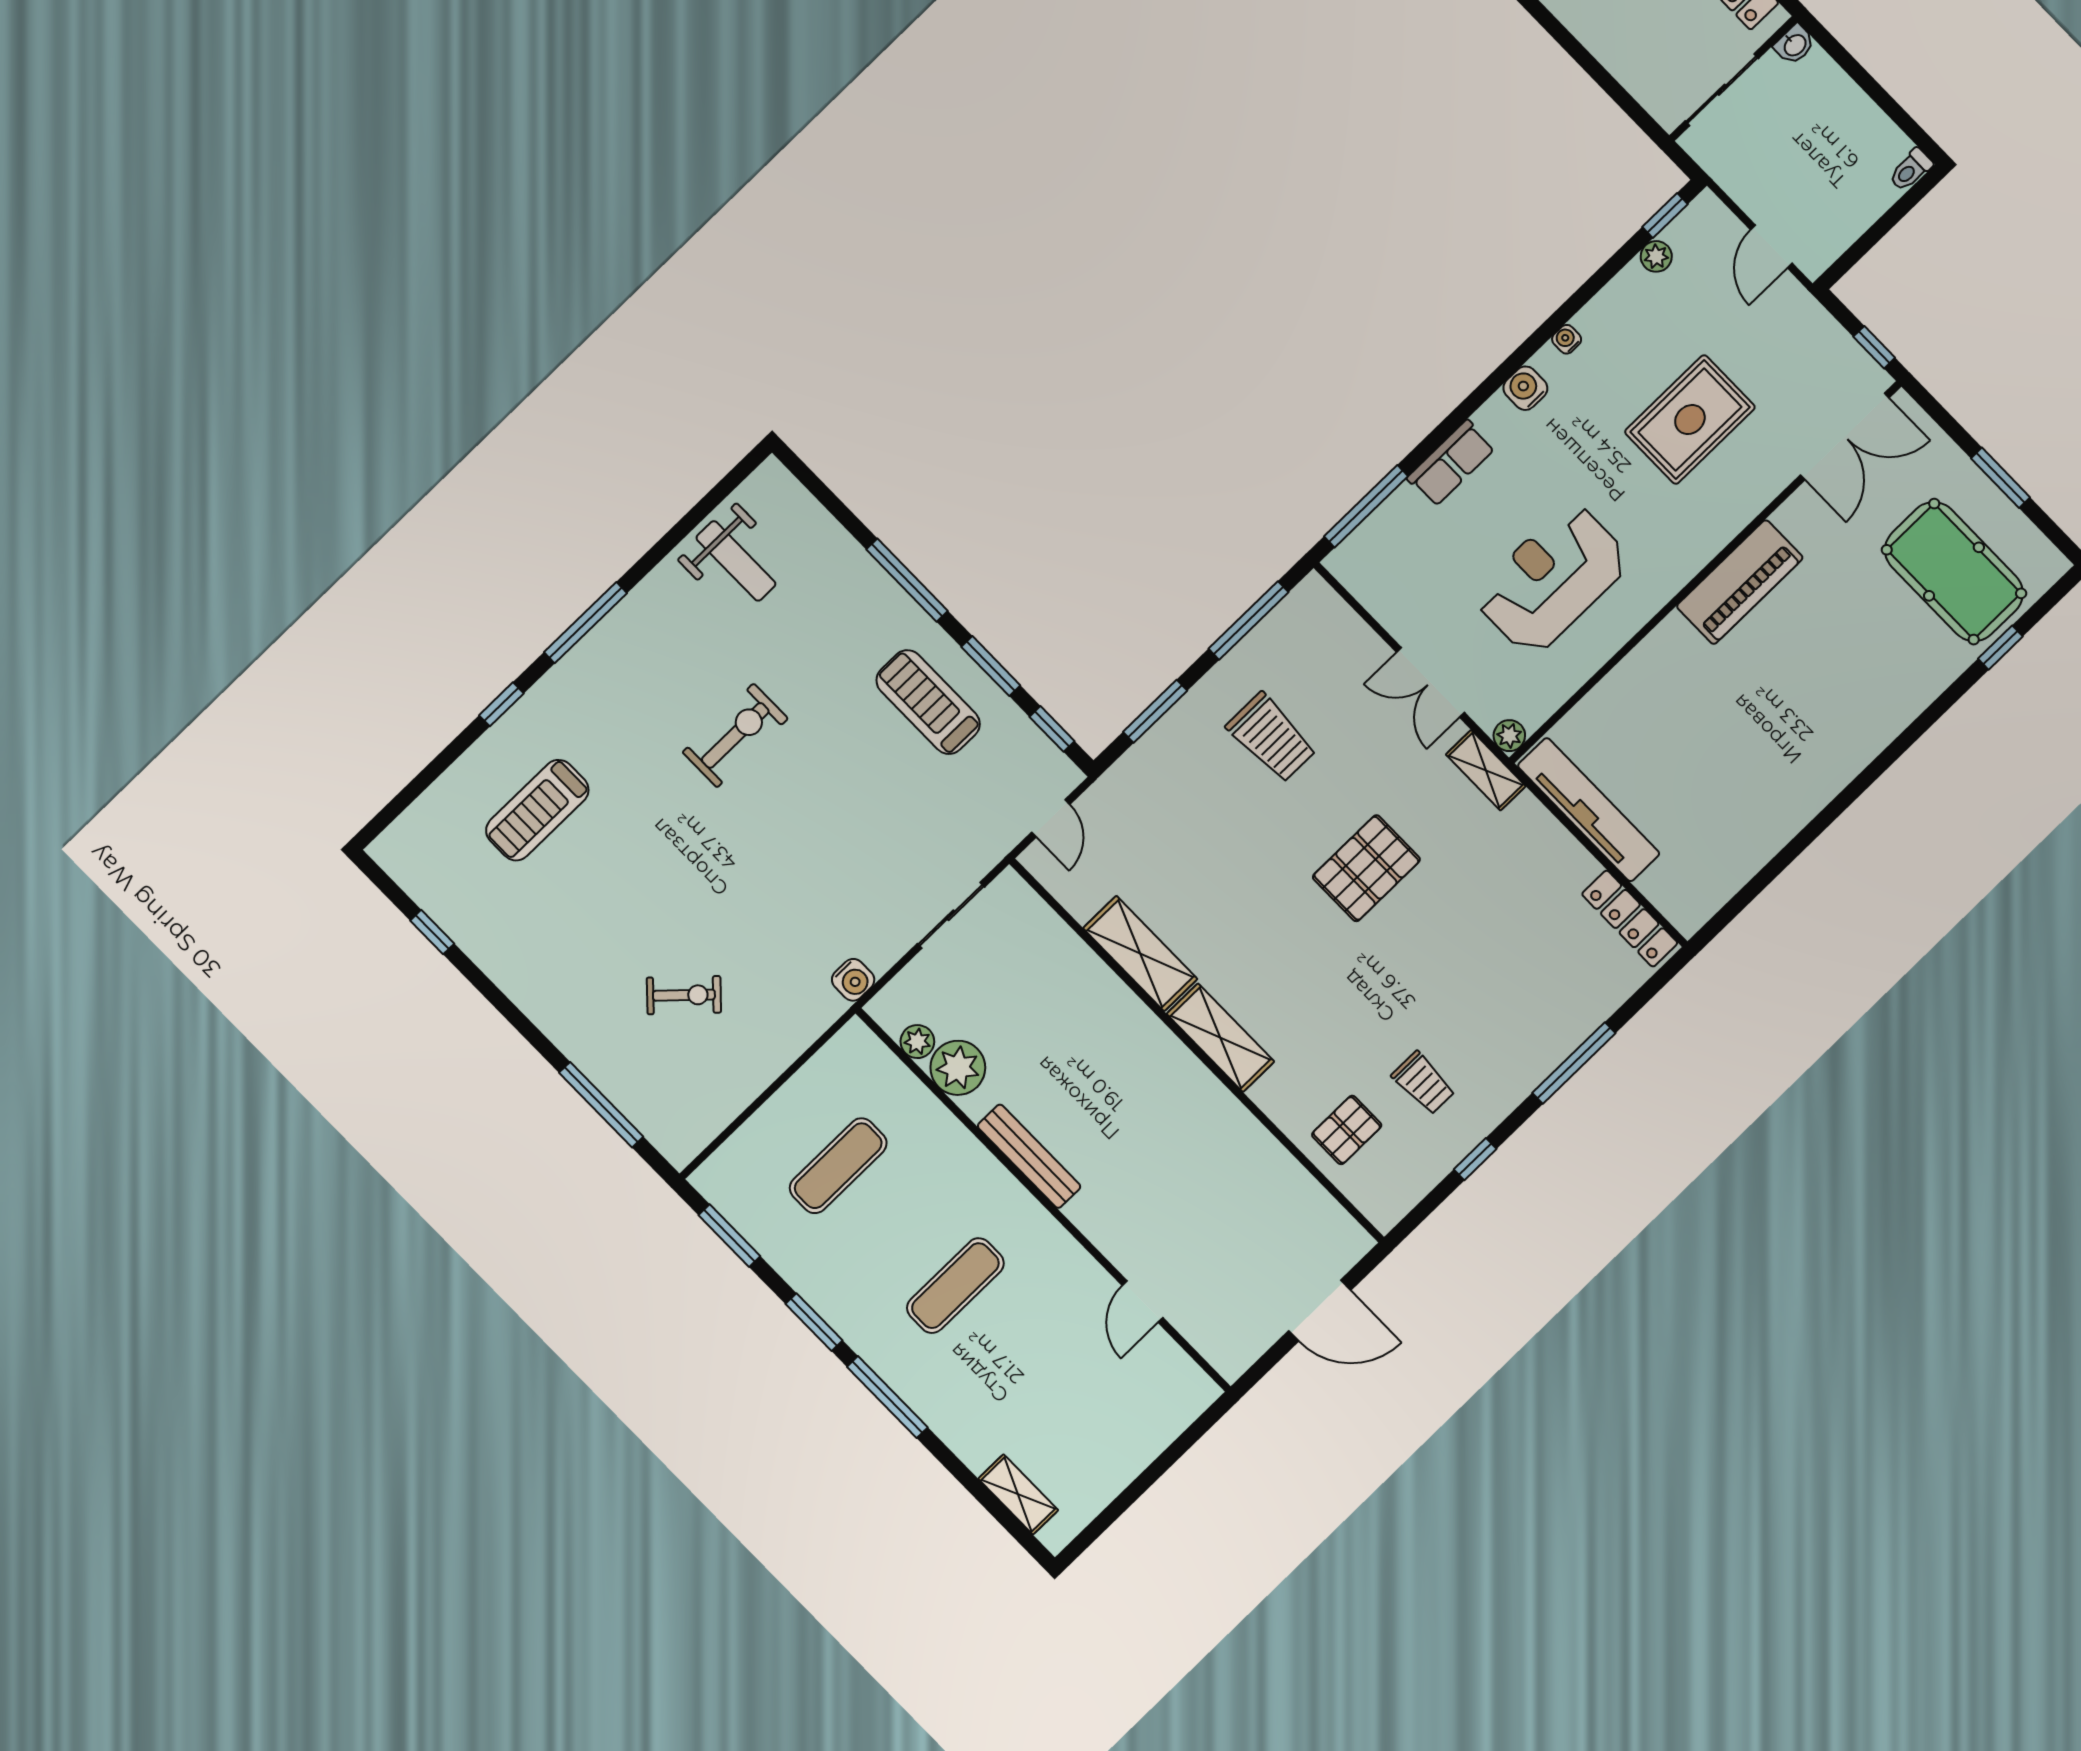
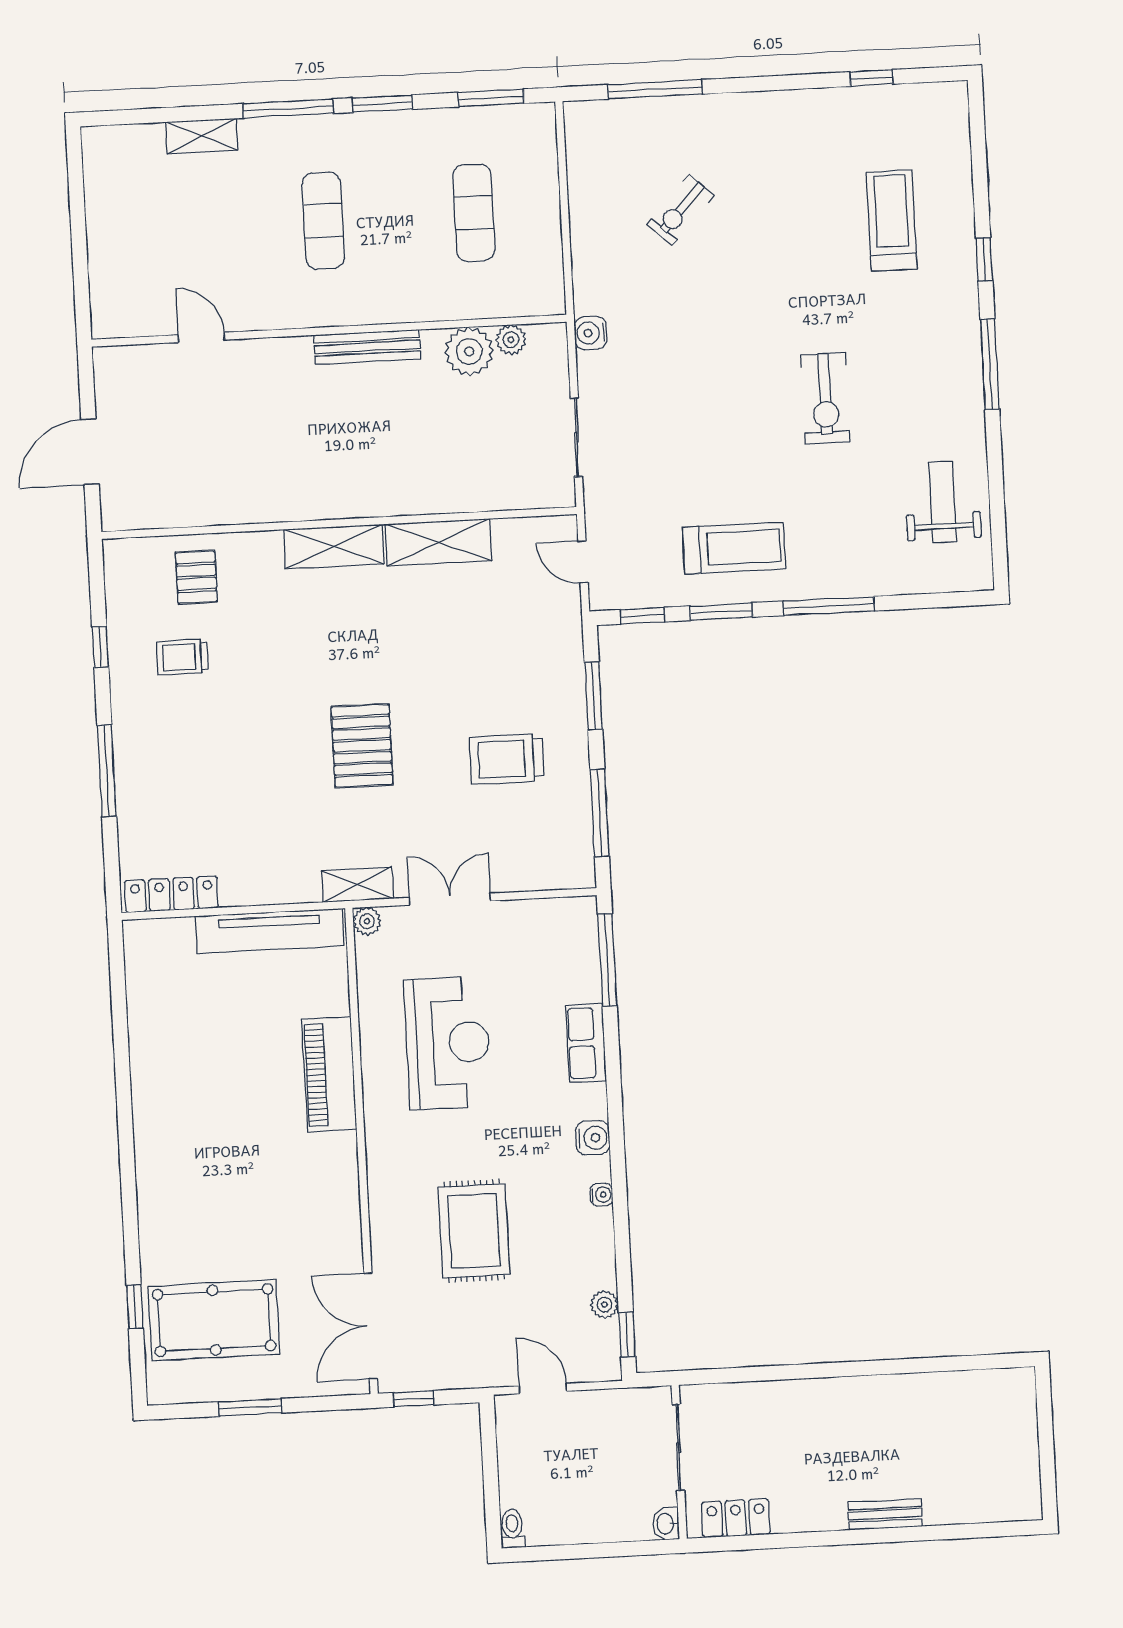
weight bench: (736, 561) -> (943, 502), turned 90
piano: (1740, 582) -> (329, 1074), moved
shelving: (1018, 1494) -> (202, 136), moved

